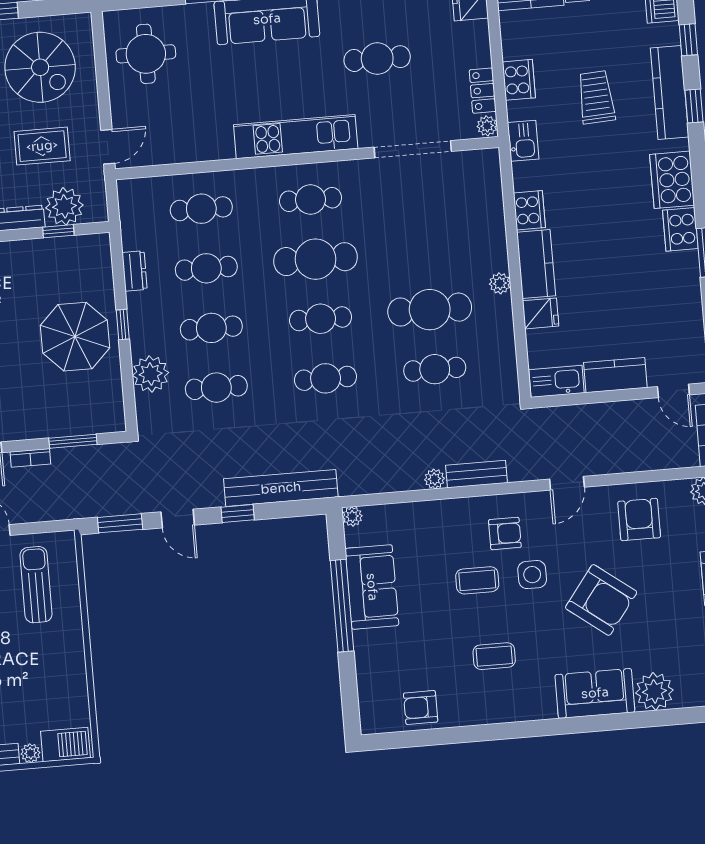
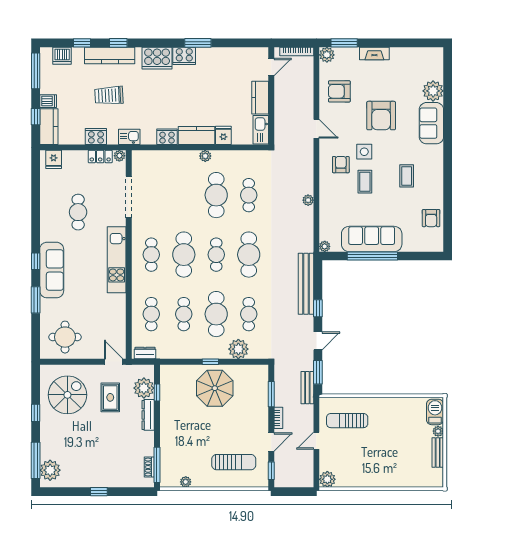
dresser: (135, 271) -> (145, 353), moved
cafe table: (211, 328) -> (216, 314), width x1.37, depth x1.35
cafe table: (326, 378) -> (249, 255), width x1.37, depth x1.35
bench: (476, 474) -> (307, 388), moved
sofa: (372, 587) -> (372, 239), width x1.36
armchair: (601, 600) -> (381, 116), turned 143

